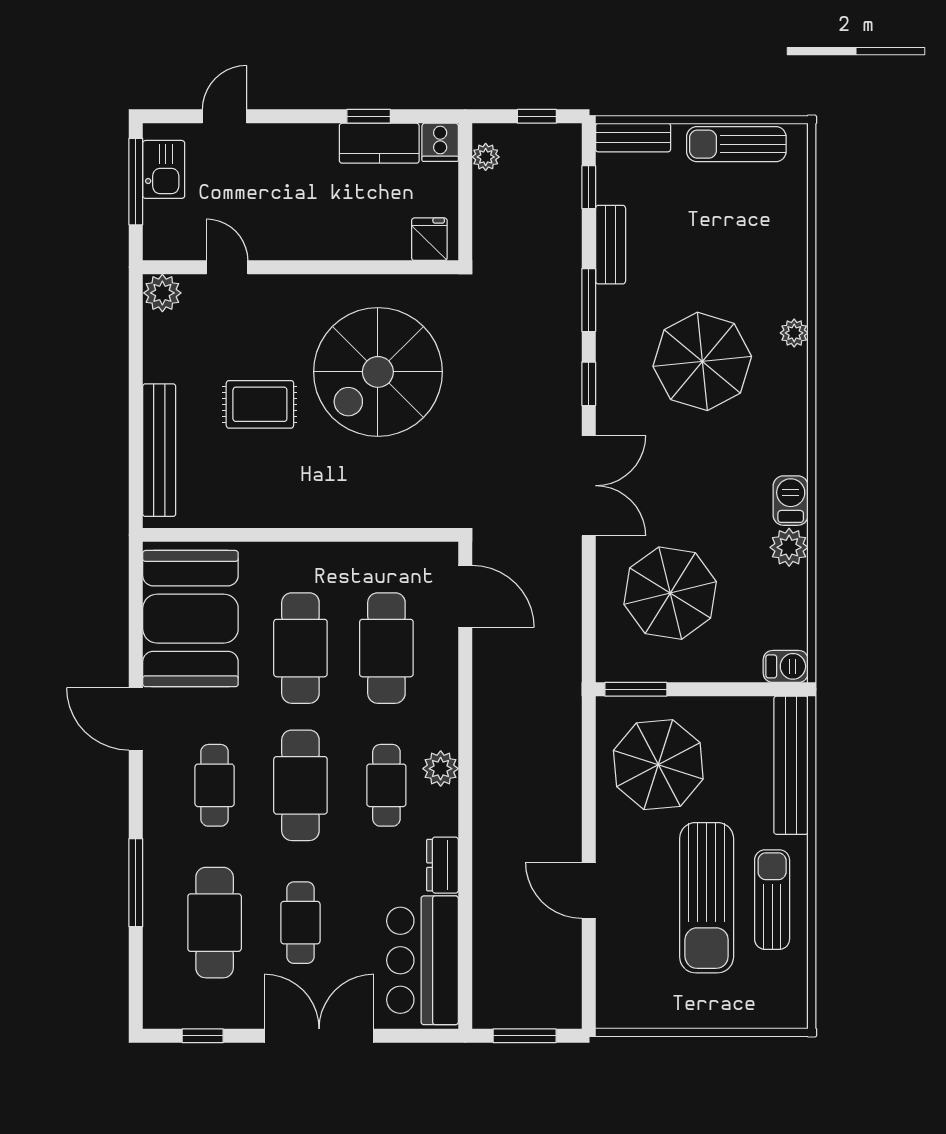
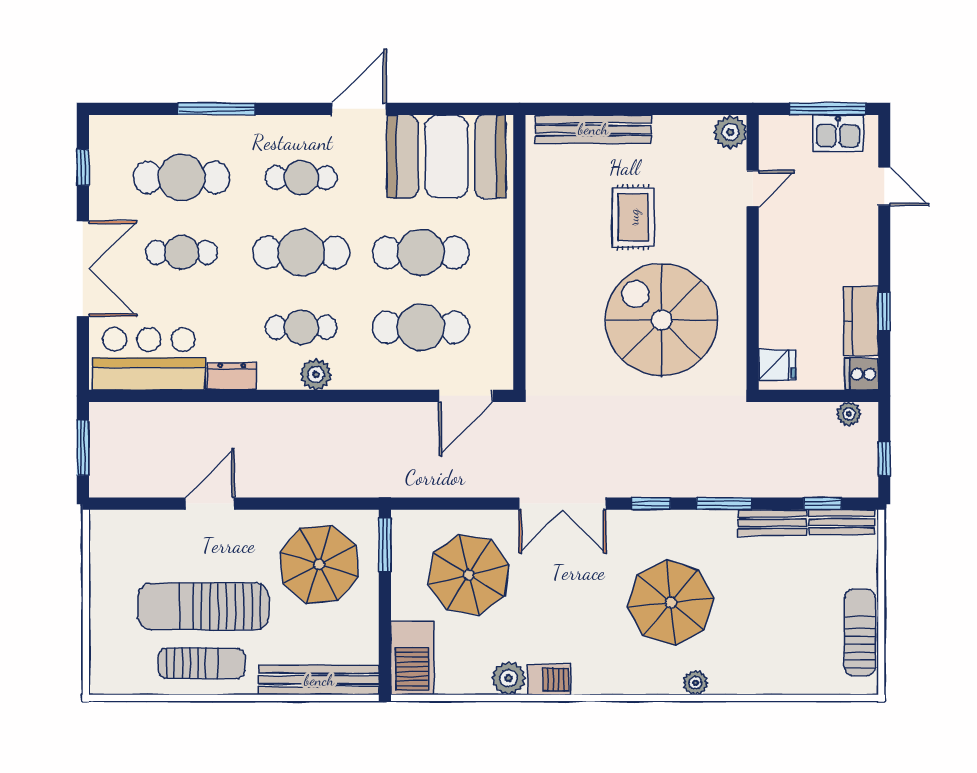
bench: (633, 138) -> (842, 522), moved, turned 90
barbecue: (786, 666) -> (412, 658), width x1.88, depth x1.53

